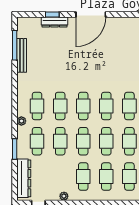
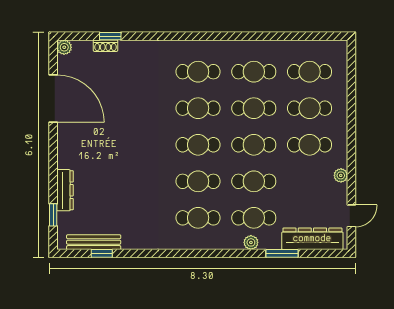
window: (52, 14) -> (53, 215), moved
door: (91, 14) -> (53, 98), moved
window: (15, 45) -> (102, 253), width x0.46
bench: (22, 55) -> (94, 242), moved
plant: (21, 121) -> (251, 242), moved
window: (15, 149) -> (282, 253), moved

